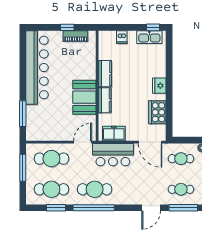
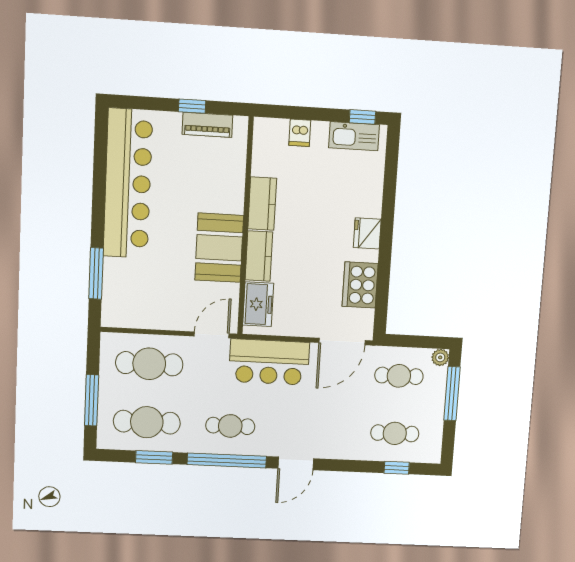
freezer: (114, 133) -> (258, 304), moved, turned 90
door: (150, 142) -> (342, 341), hinge flipped
window: (23, 168) -> (92, 400), moved
cafe table: (95, 189) -> (230, 426), width x0.73, depth x0.74
door: (151, 208) -> (296, 463), moved
window: (183, 208) -> (397, 468), width x0.46

